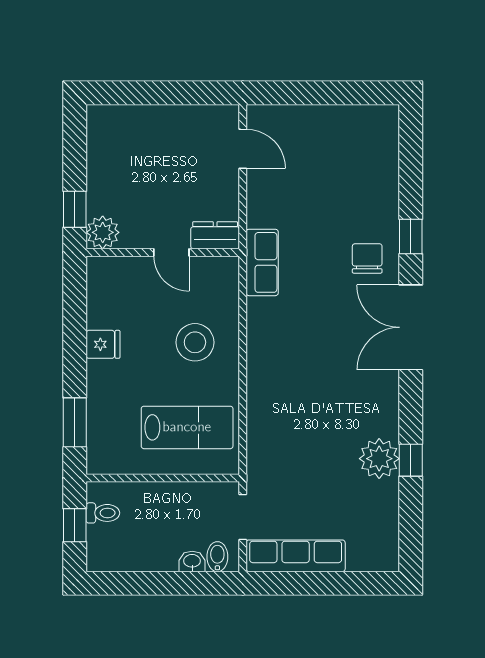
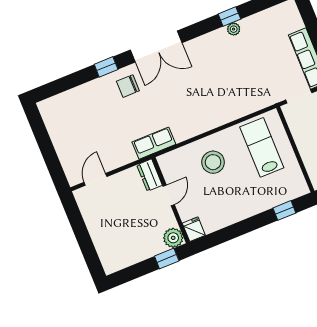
fridge: (103, 344) -> (194, 229), moved
window: (75, 422) -> (284, 210), width x0.67
plant: (379, 459) -> (234, 29), width x0.53, depth x0.53

